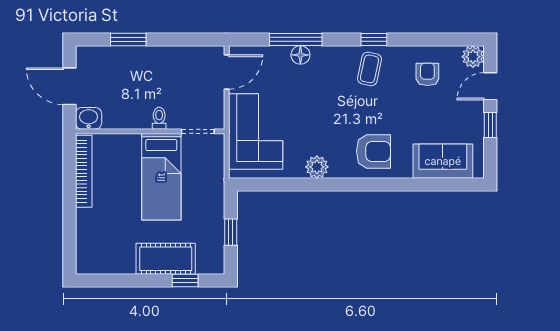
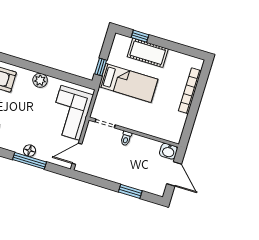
bookcase: (84, 171) -> (190, 91), moved
bed: (161, 177) -> (128, 83), moved, turned 90
window: (231, 232) -> (101, 67), moved

